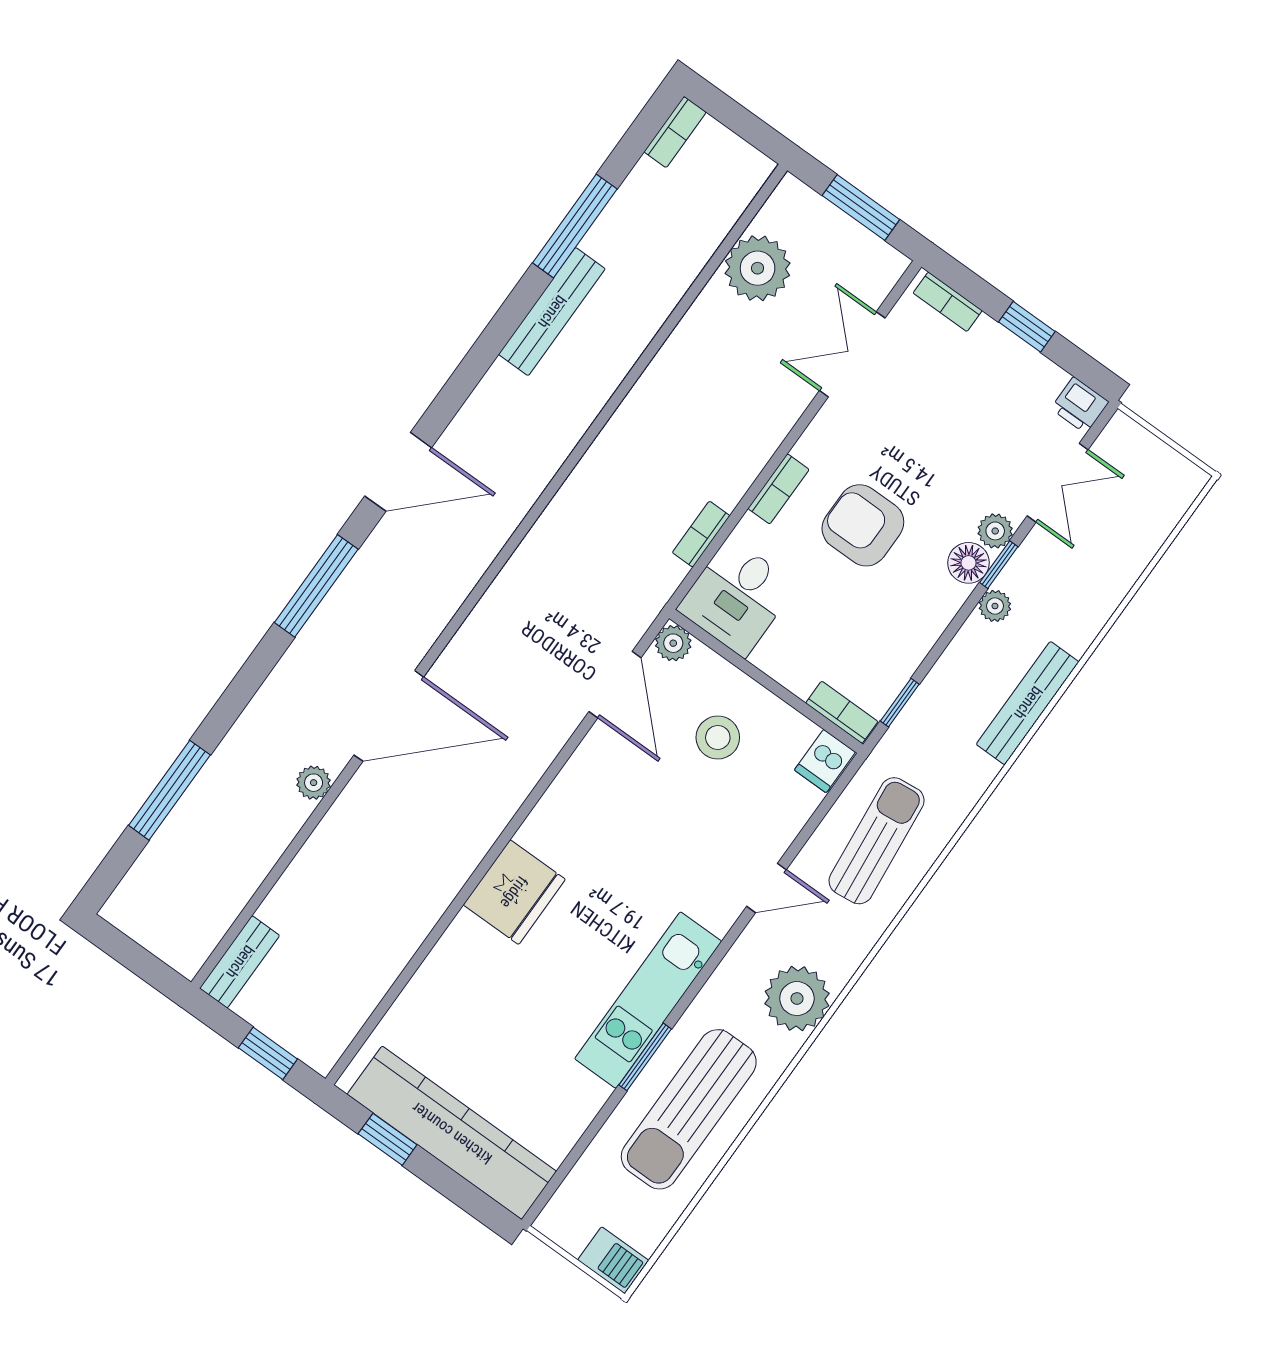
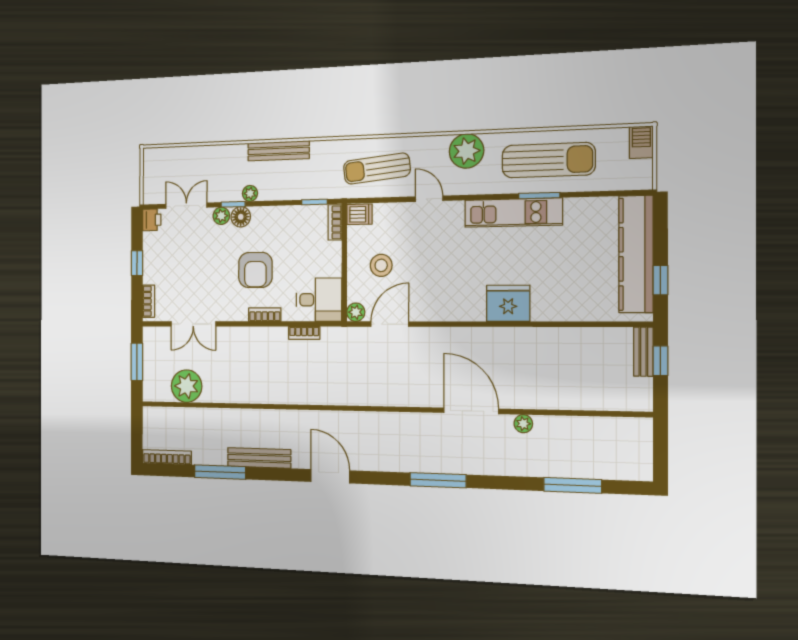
bookcase: (675, 132) -> (167, 457), width x1.56
door: (398, 472) -> (330, 476), moved
bench: (240, 962) -> (643, 352), moved, turned 90

